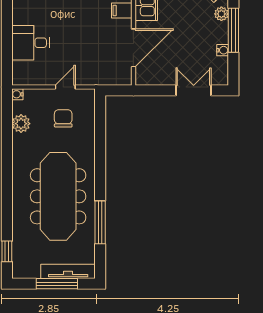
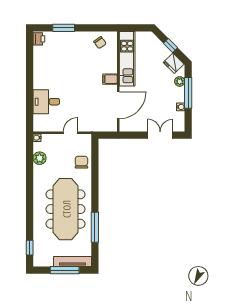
chair: (63, 118) -> (81, 162), moved

